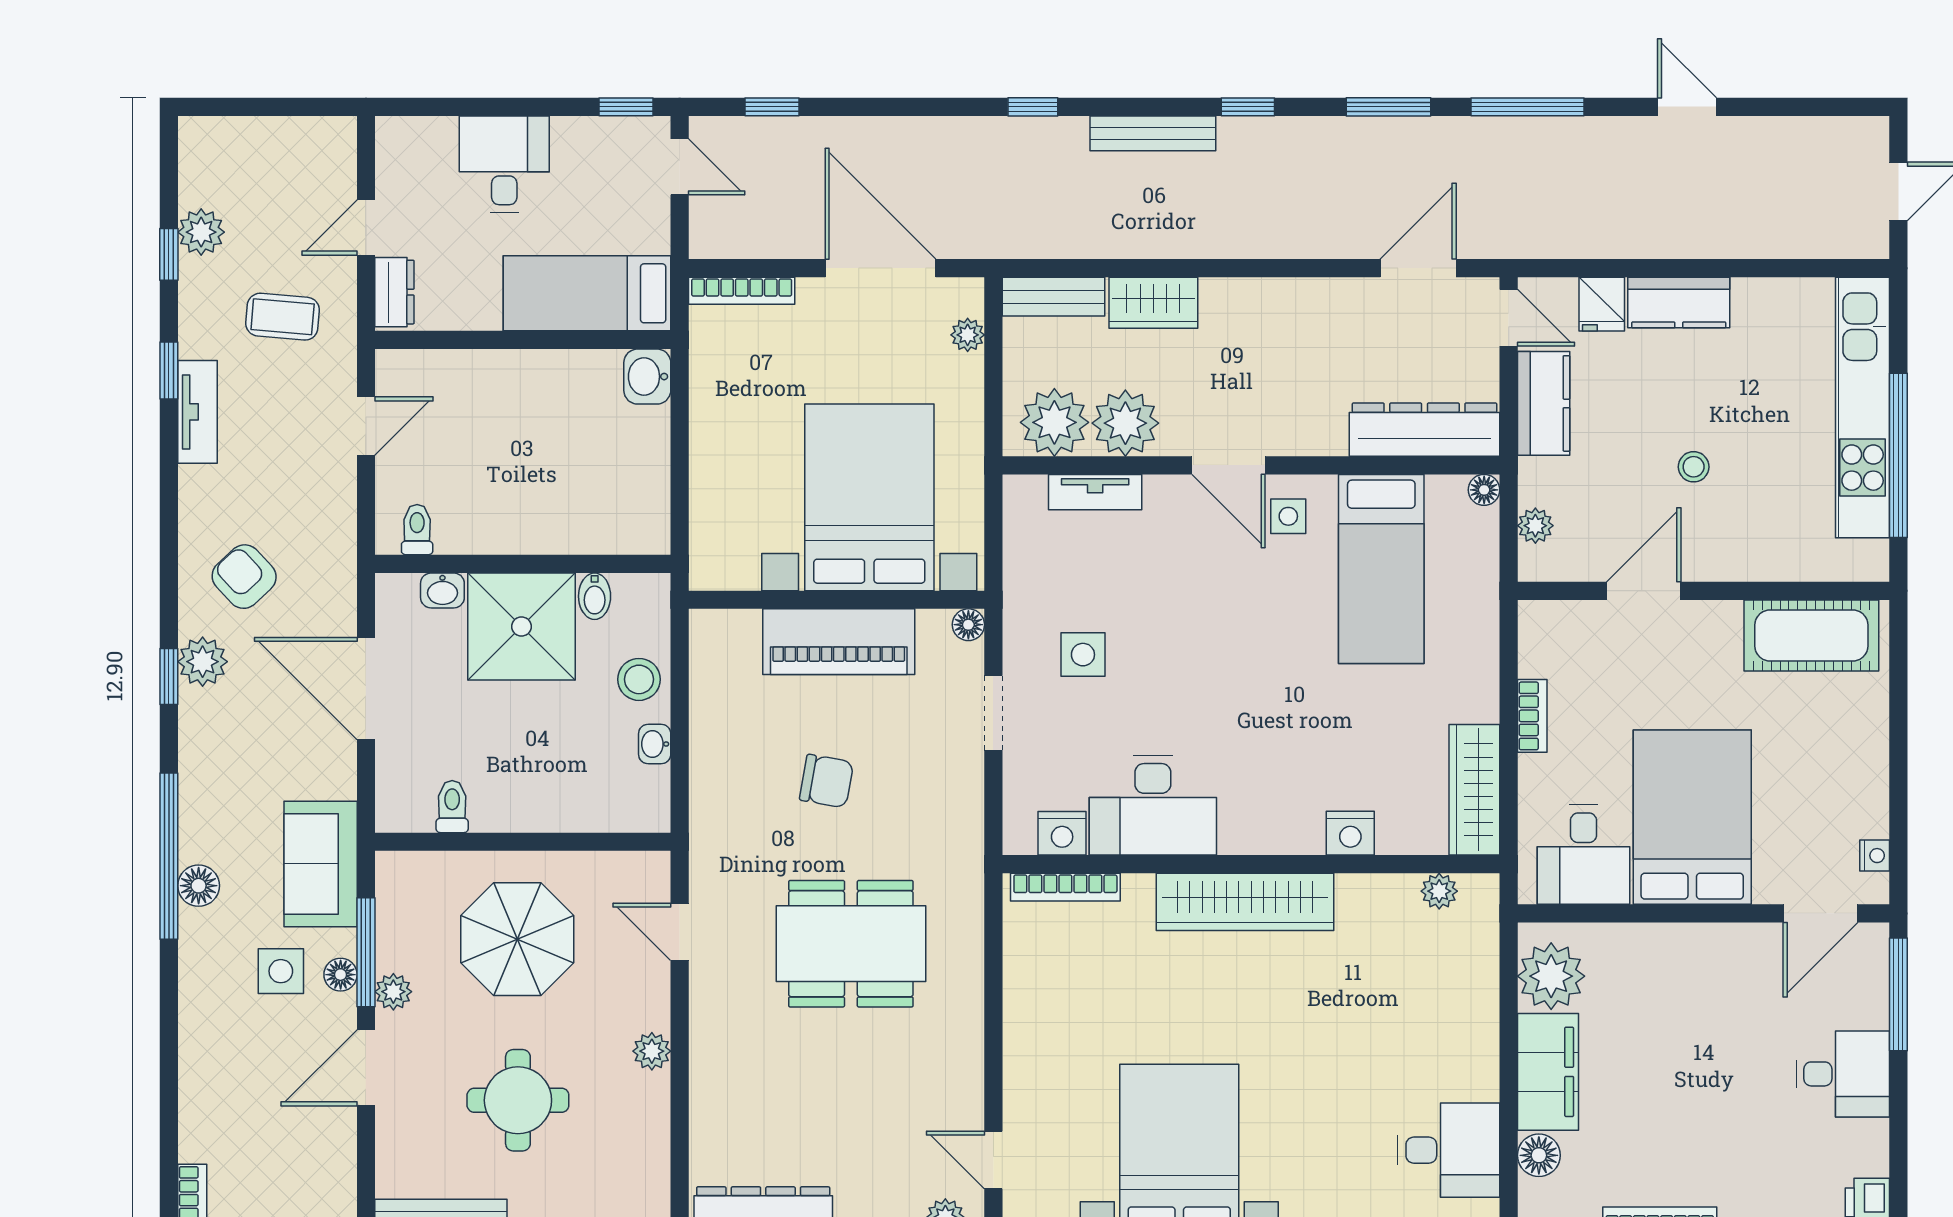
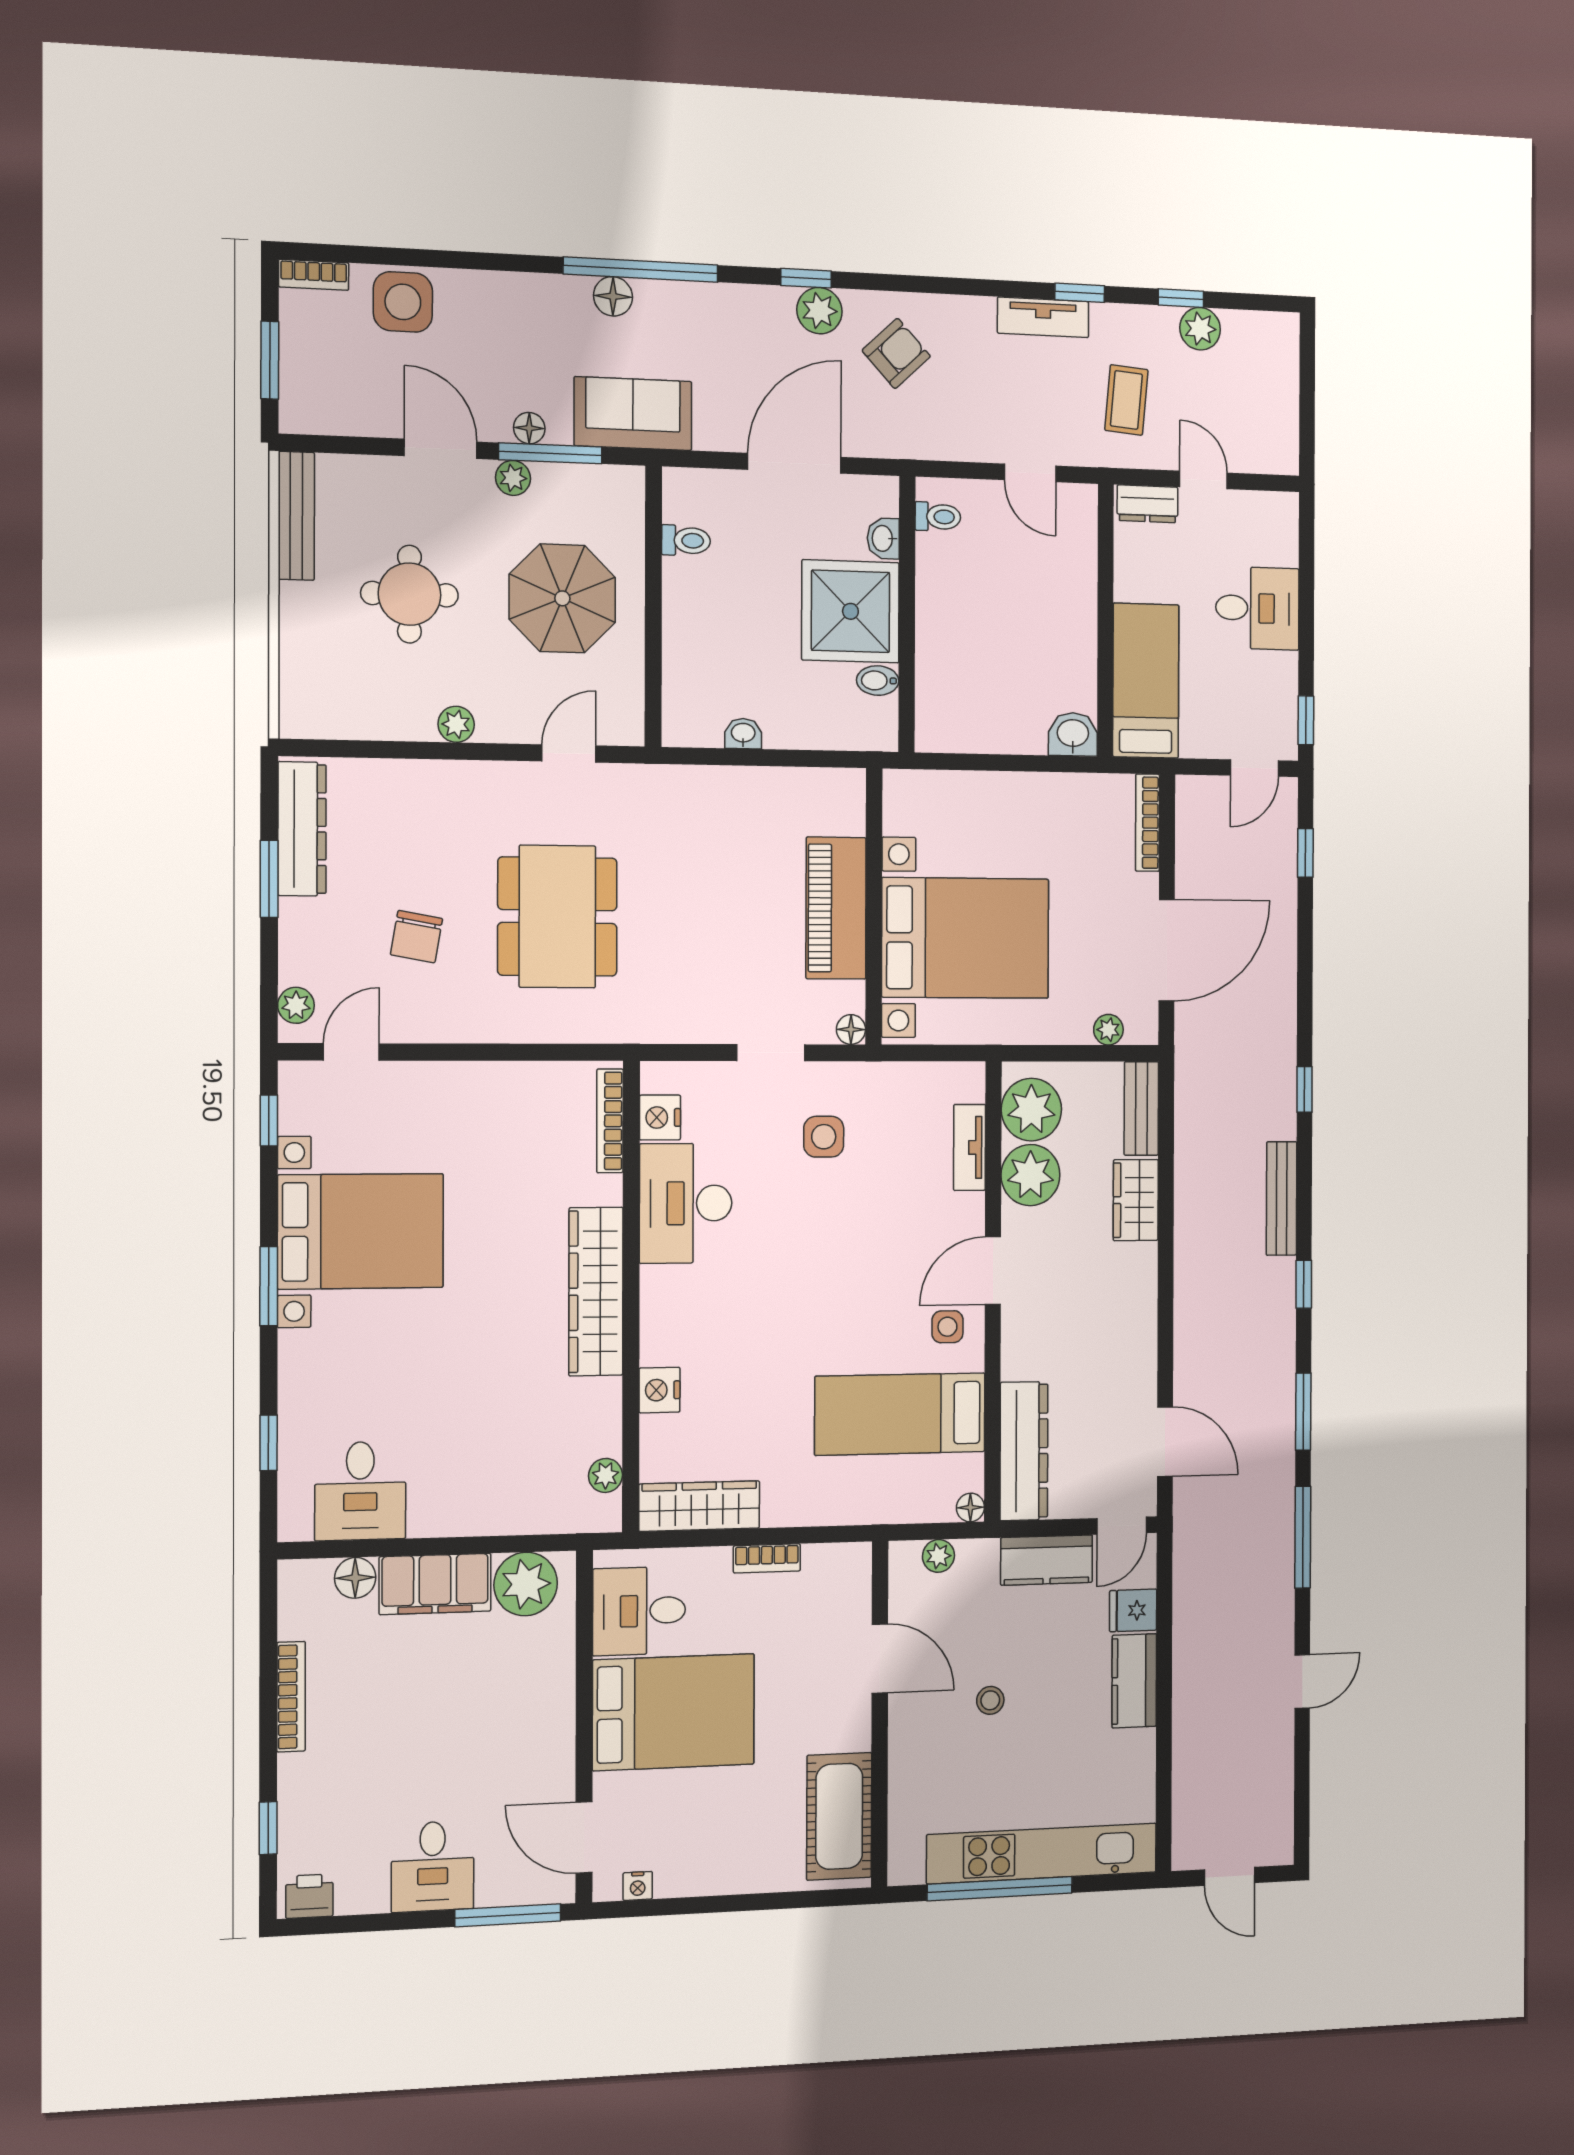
stool: (639, 679) -> (802, 720), removed
chair: (826, 781) -> (416, 937), moved
side table: (281, 971) -> (403, 302), moved, width x1.37, depth x1.37

